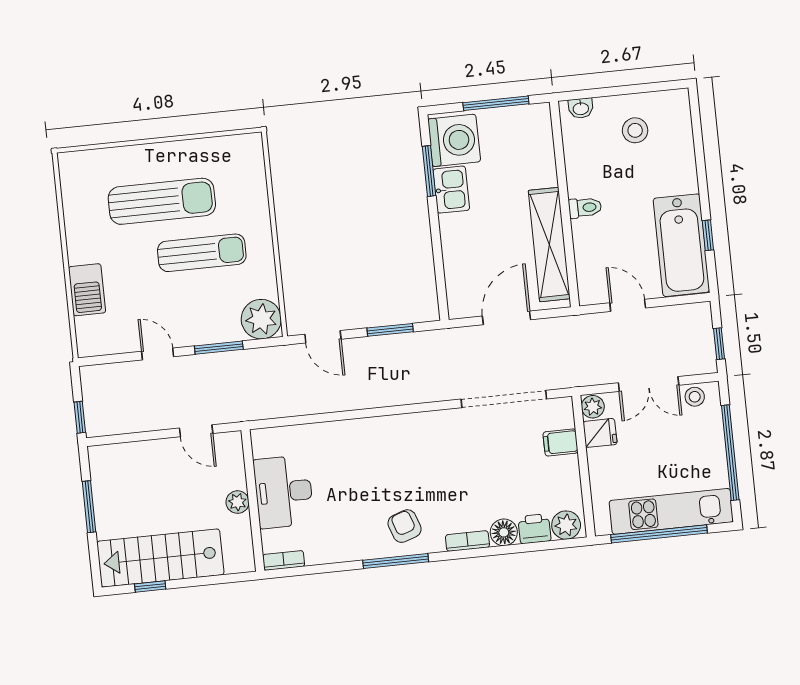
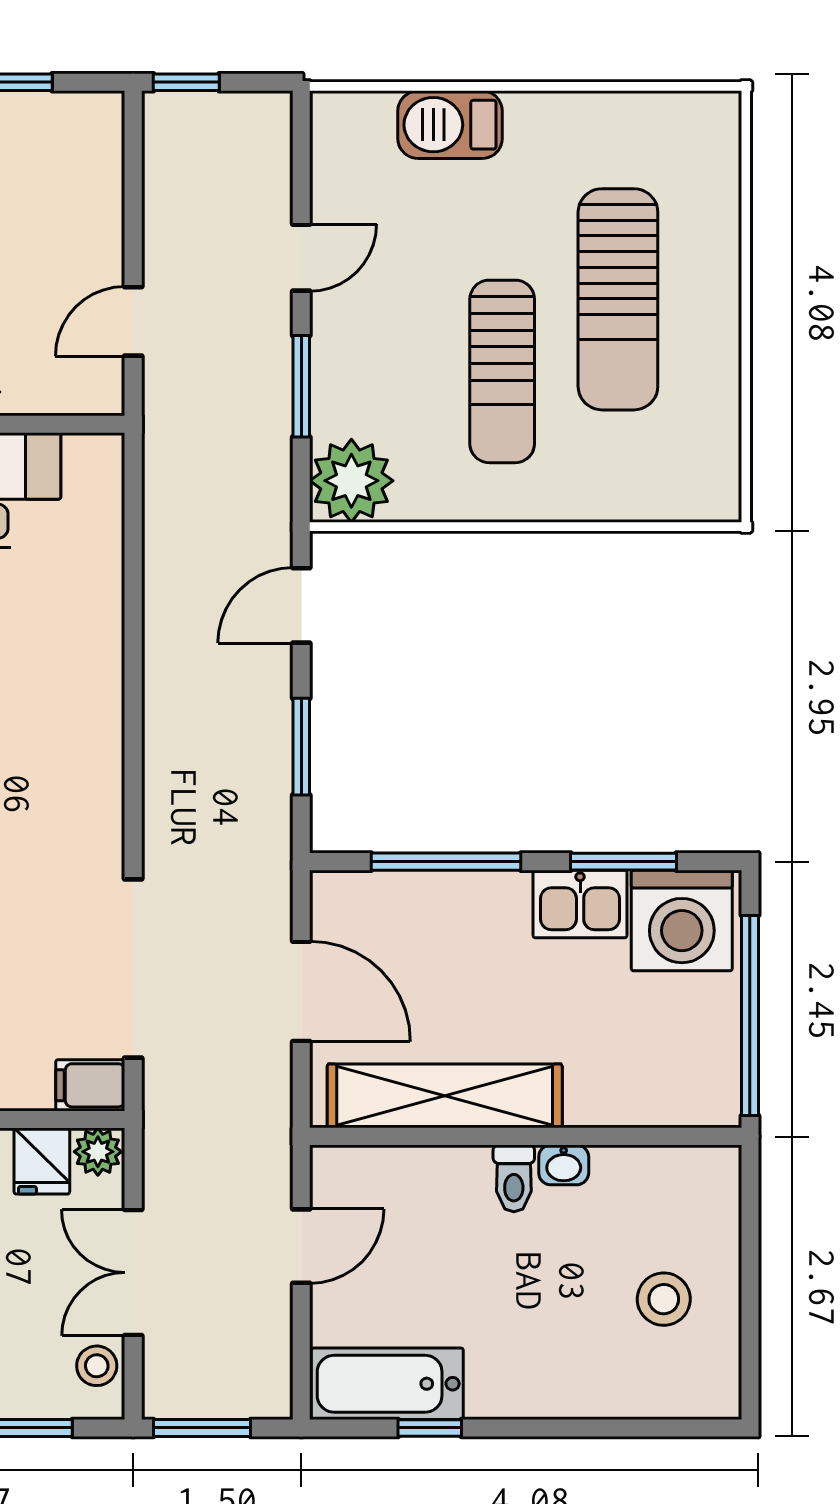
window: (496, 103) -> (750, 1016), width x1.46
washbasin: (581, 108) -> (564, 1165), moved, turned -90
bathtub: (681, 245) -> (387, 1384), width x0.73, depth x0.73
window: (438, 255) -> (446, 862), added
window: (719, 344) -> (202, 1428), width x1.50
filing cabinet: (560, 442) -> (90, 1085), moved, turned -90

